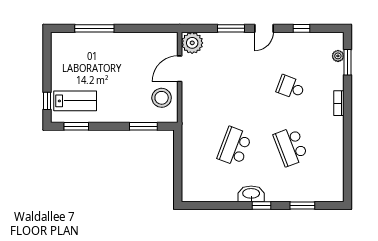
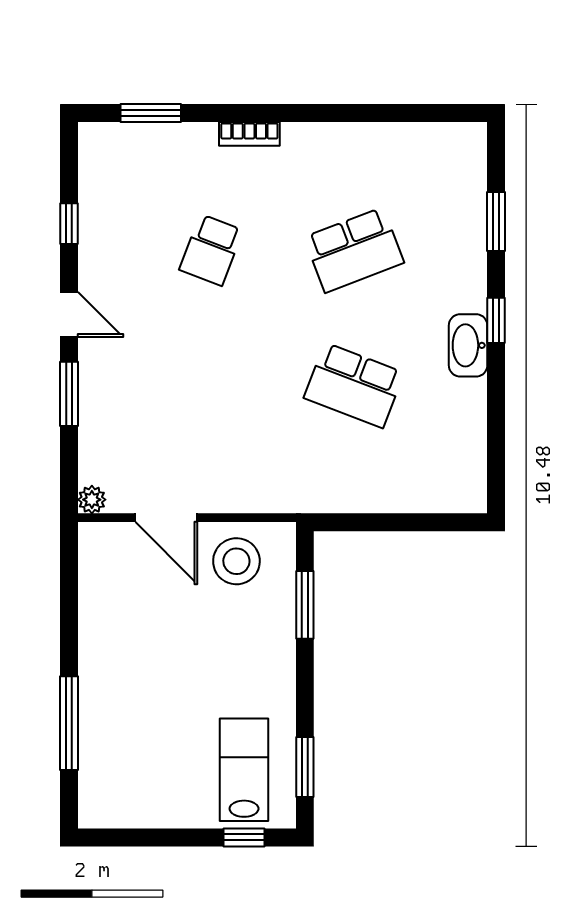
plant: (192, 43) -> (92, 500), width x0.53, depth x0.53
plant: (338, 56) -> (135, 136), removed

